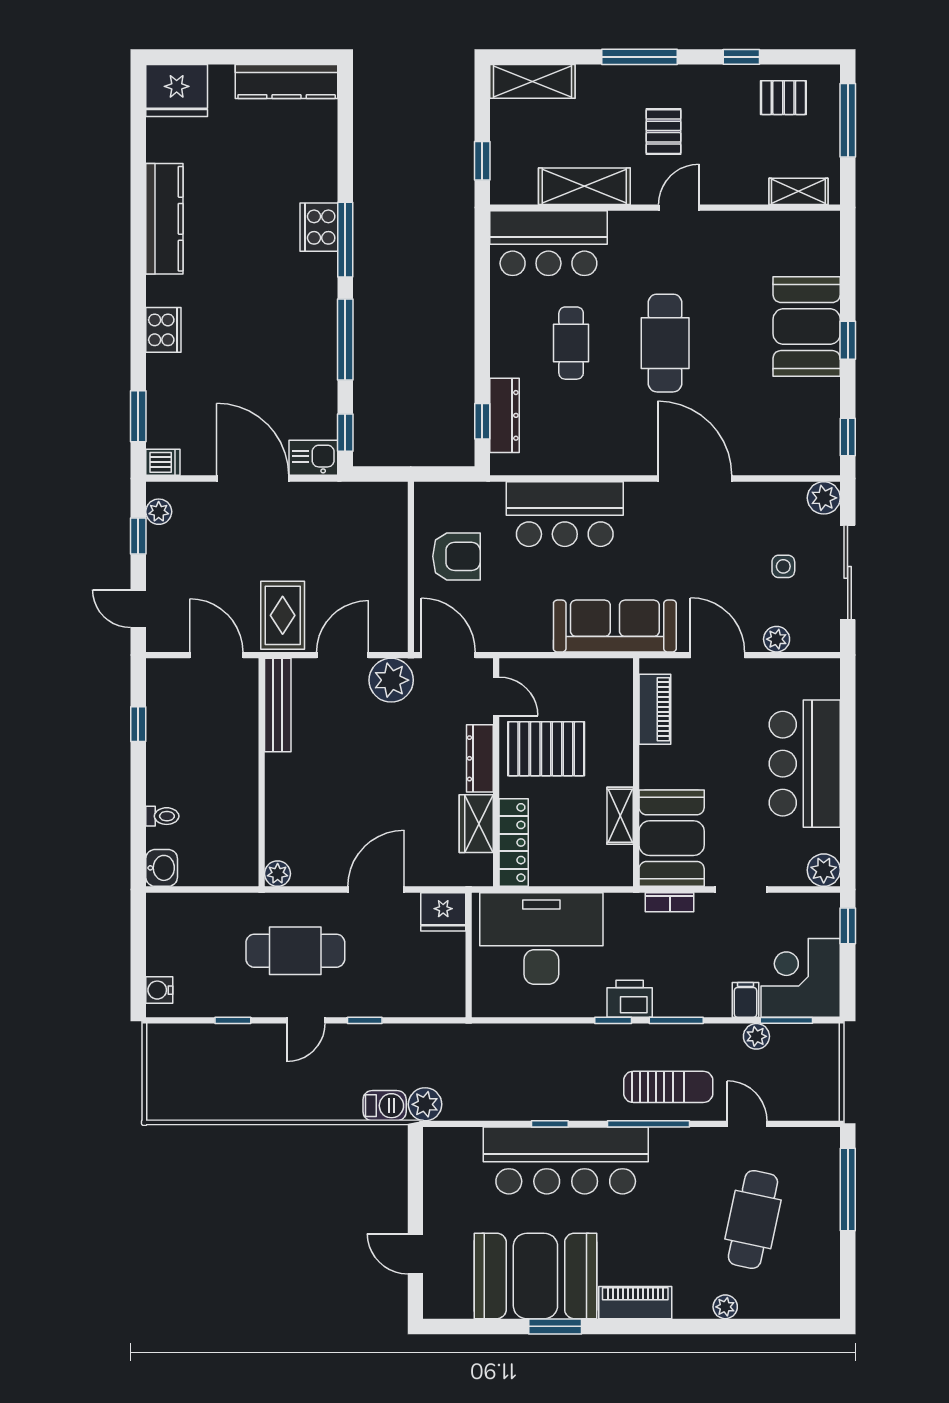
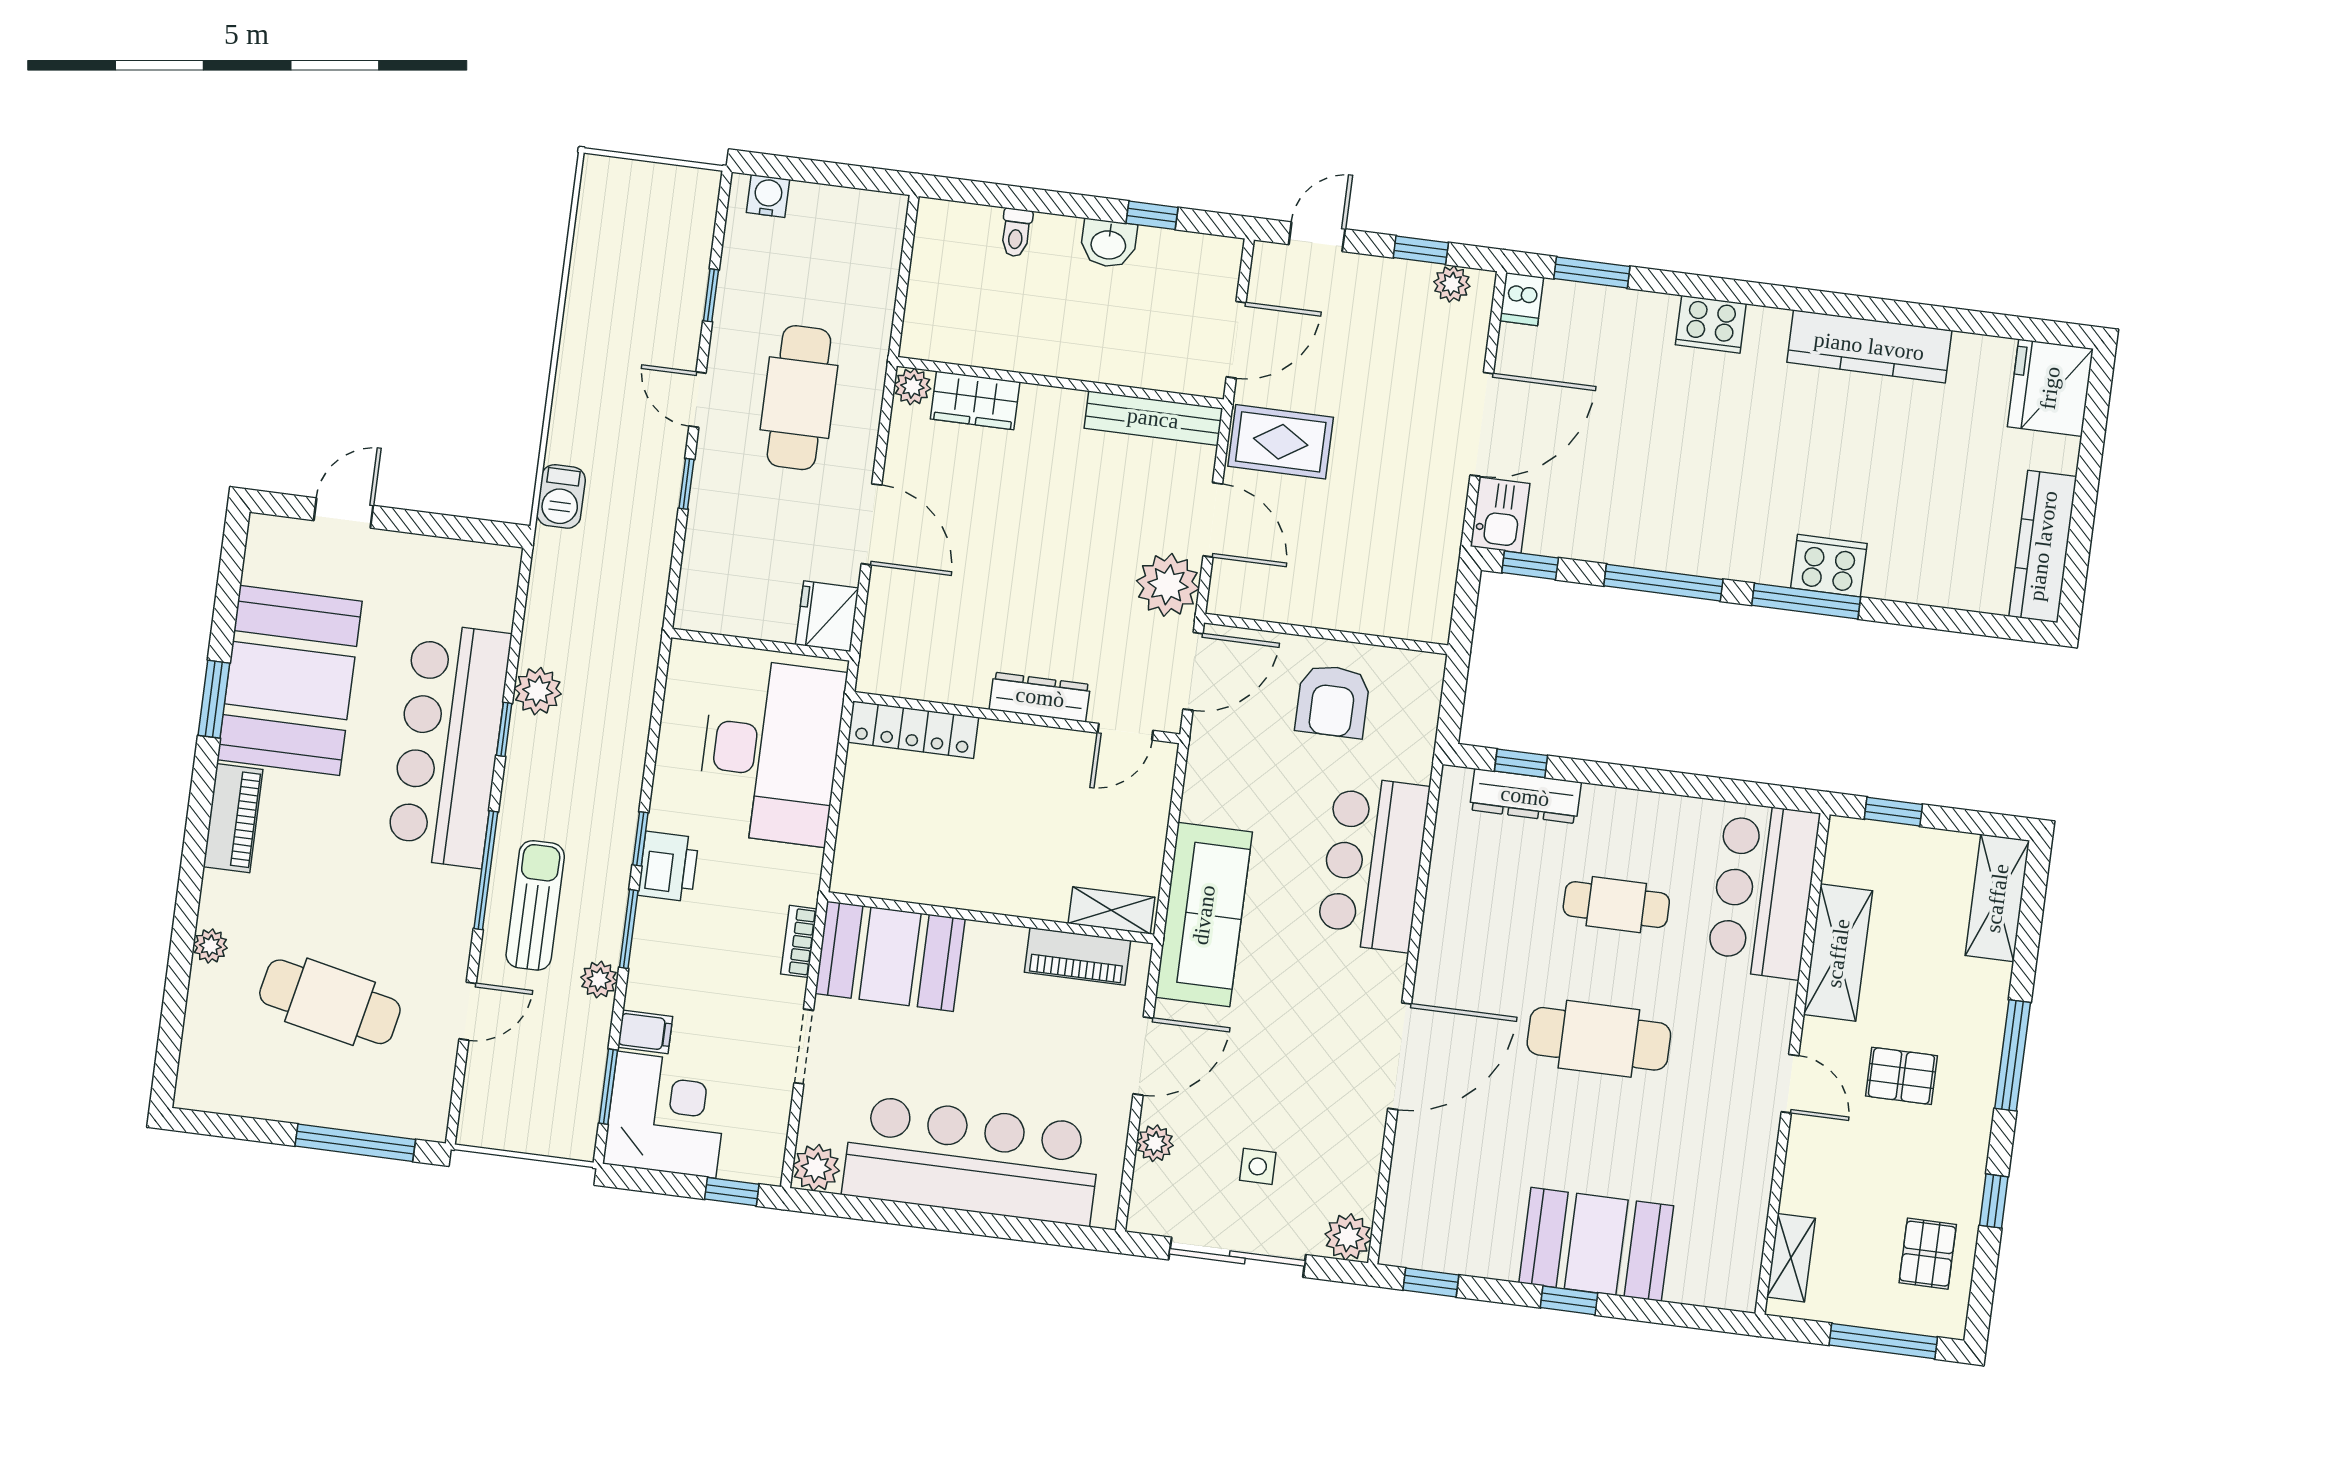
pallet: (546, 749) -> (1041, 794), removed
bar counter: (805, 764) -> (972, 1160), width x1.36
shelving: (620, 816) -> (1112, 910), moved
wardrobe: (476, 824) -> (975, 400), moved, turned 180
washbasin: (162, 868) -> (1108, 244), moved
plant: (756, 1036) -> (599, 980), moved
sun lounger: (668, 1087) -> (535, 905), turned 180
plant: (425, 1104) -> (538, 691), moved

